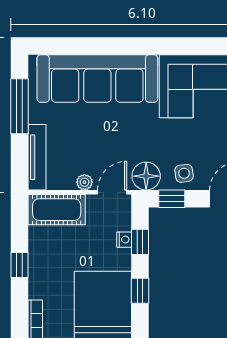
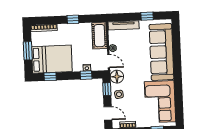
window: (20, 106) -> (147, 16), width x0.46
window: (140, 291) -> (50, 77), moved

